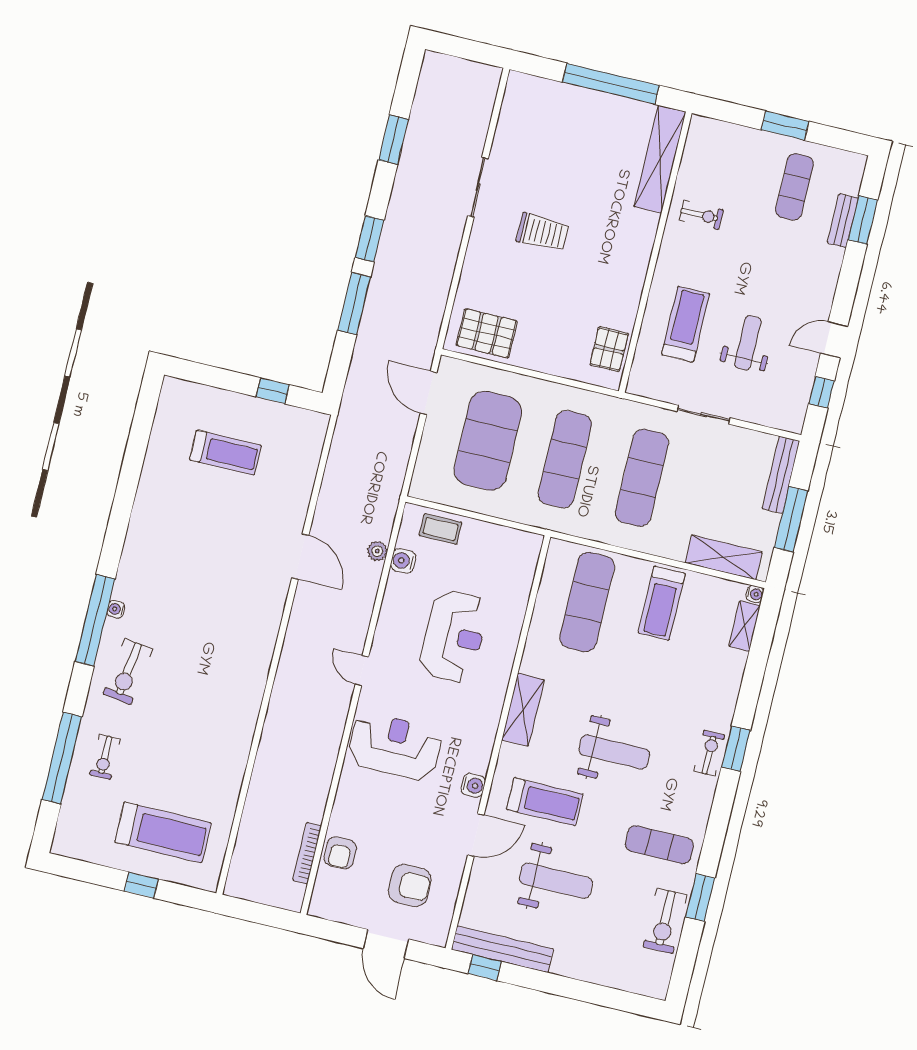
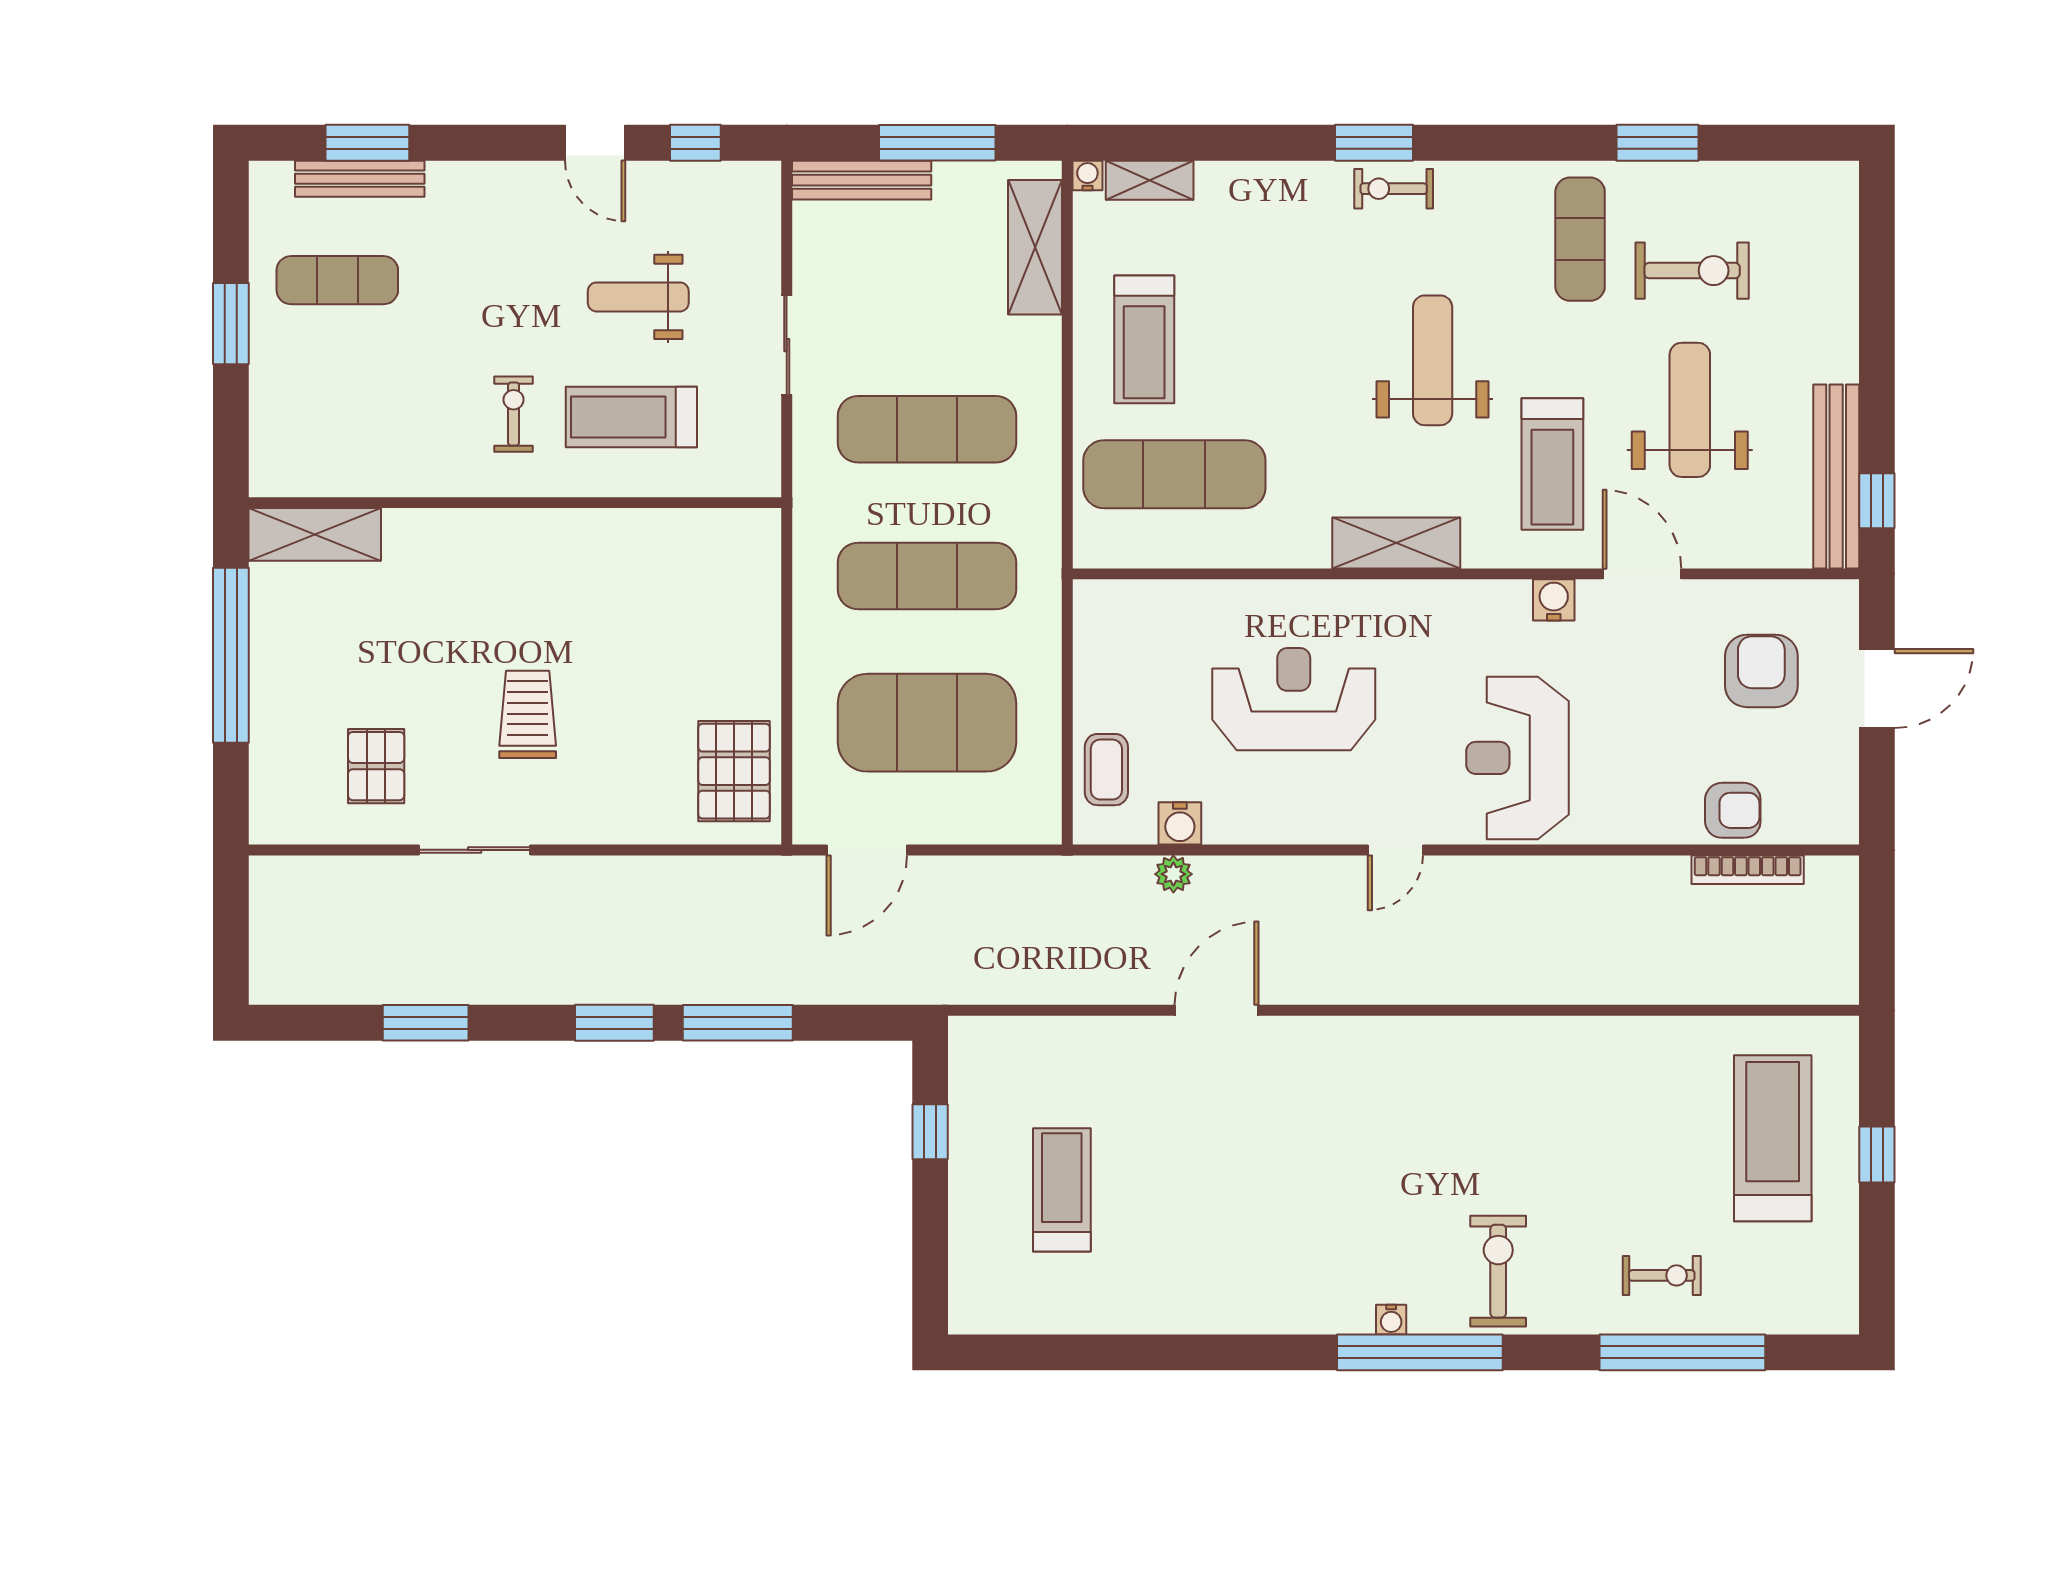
shelving: (660, 159) -> (315, 534), width x0.68
exercise bike: (701, 215) -> (514, 414), moved
bench: (843, 221) -> (360, 179), width x1.36
pallet: (609, 349) -> (376, 766), moved, turned 90
treadmill: (662, 603) -> (1144, 339), turned 90
exercise bike: (128, 672) -> (1498, 1271), turned -98
treadmill: (545, 802) -> (1552, 464), turned 180
exercise bike: (665, 921) -> (1692, 271), moved

